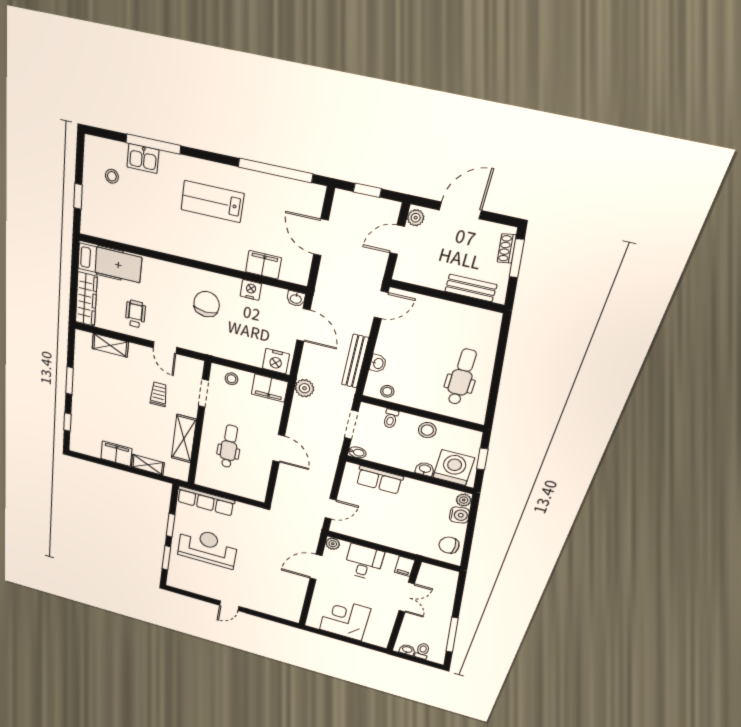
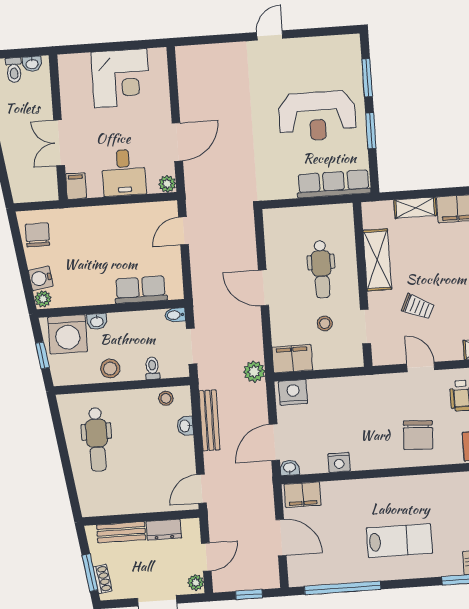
filing cabinet: (264, 265) -> (303, 495), moved
dresser: (429, 278) -> (164, 530), added
chair: (207, 304) -> (418, 435), moved
door: (303, 325) -> (274, 442), hinge flipped
stool: (231, 379) -> (325, 323), moved
trolley: (159, 394) -> (418, 307), turned -65
chair: (449, 545) -> (37, 235), turned -90

